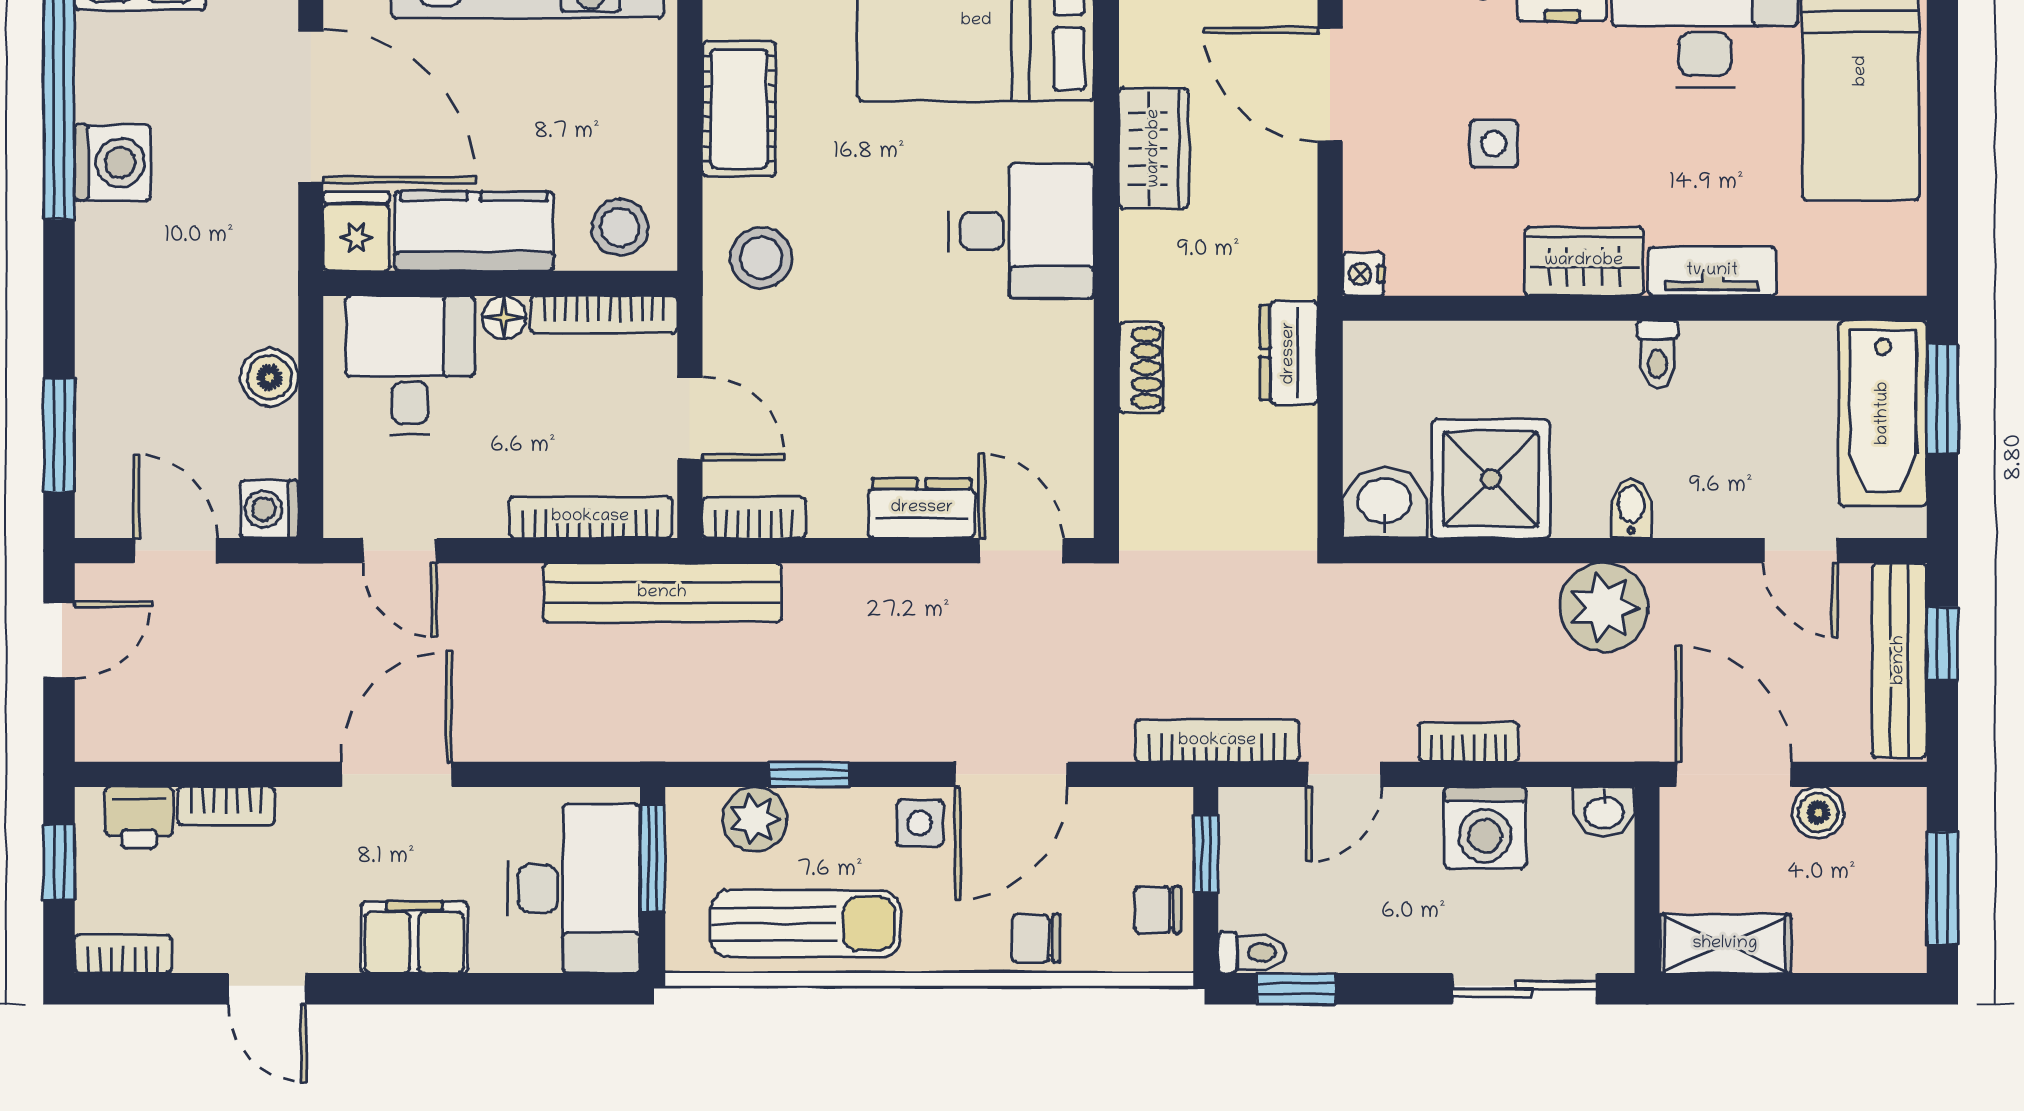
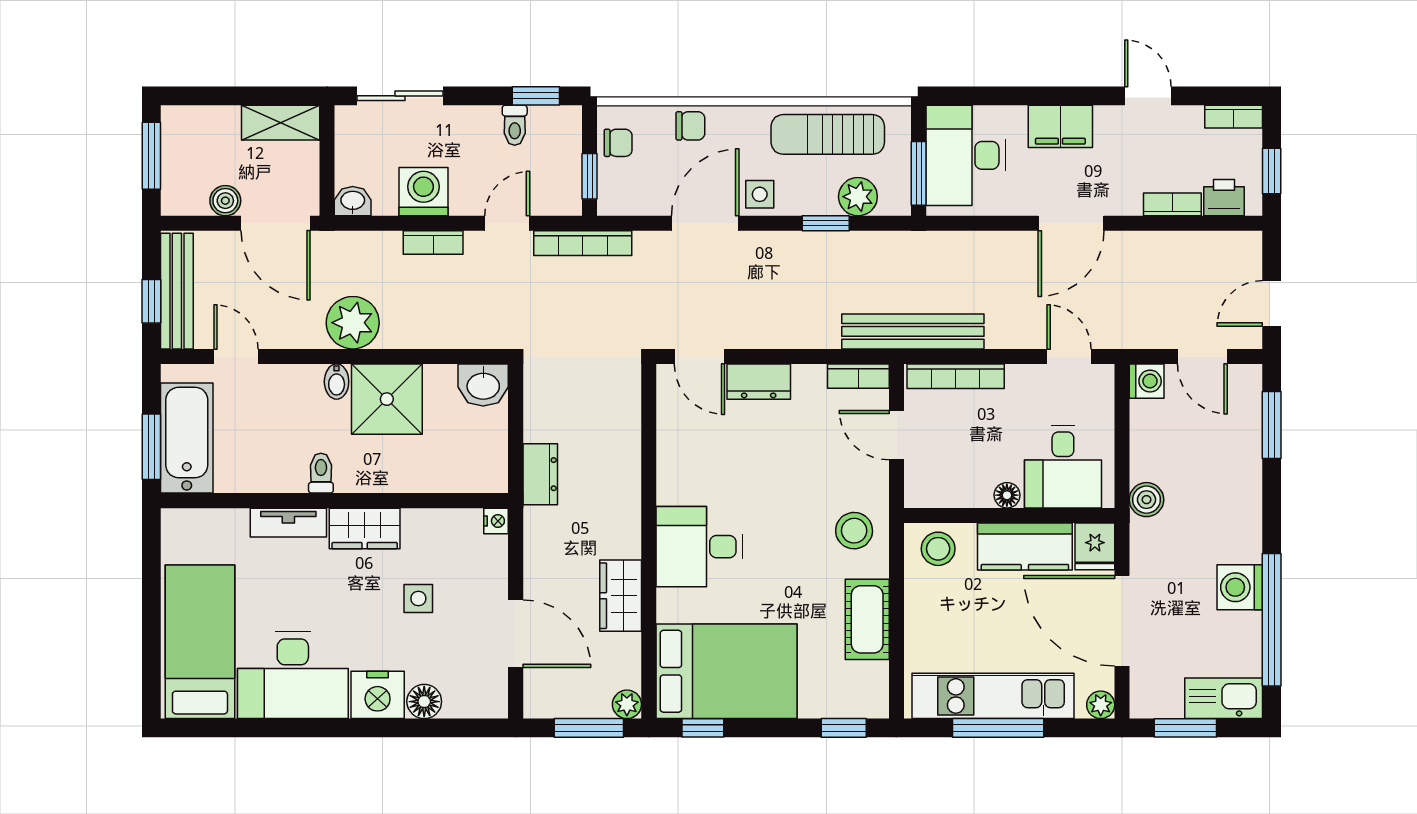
bookcase: (604, 315) -> (948, 497), removed
shoe rack: (1141, 368) -> (628, 465), removed
boiler: (270, 377) -> (1146, 500), moved
shower: (1491, 479) -> (387, 399), moved
toilet: (1252, 952) -> (515, 125), moved, turned -90

